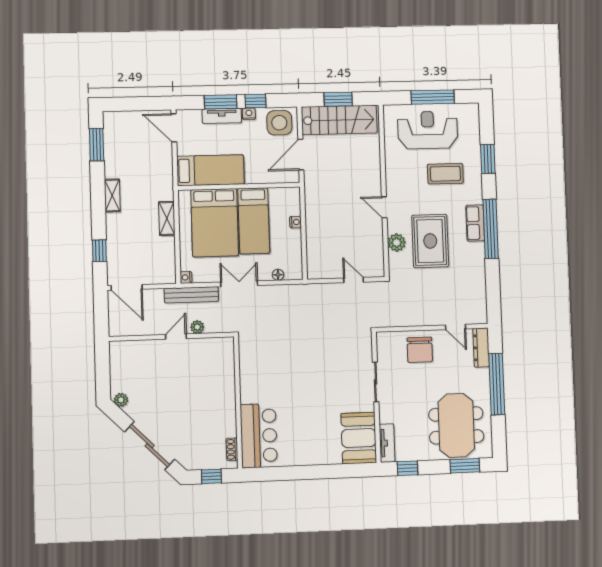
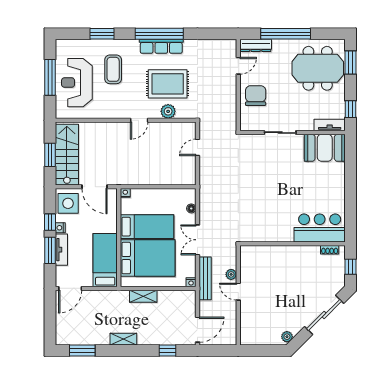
nightstand: (295, 222) -> (125, 193), moved
row of seats: (475, 223) -> (161, 46), width x1.48
chair: (420, 350) -> (256, 96), turned -90

